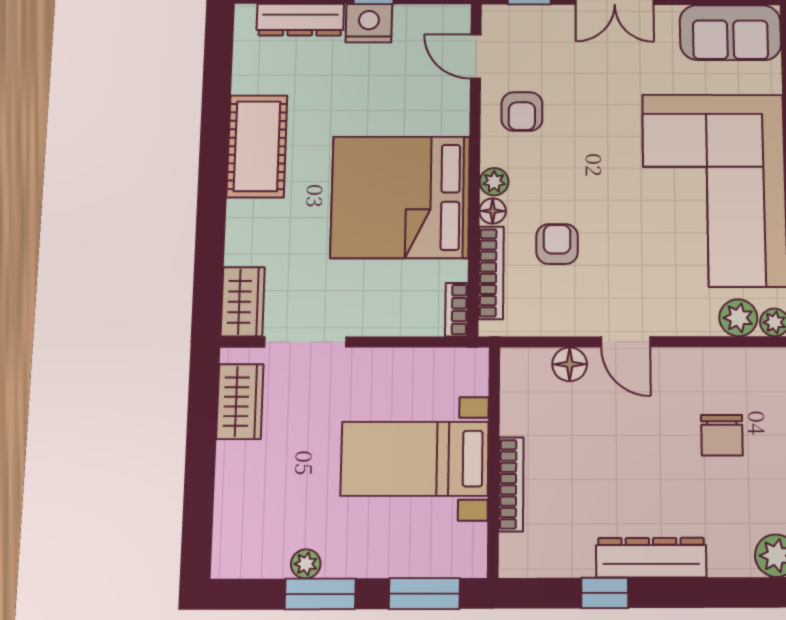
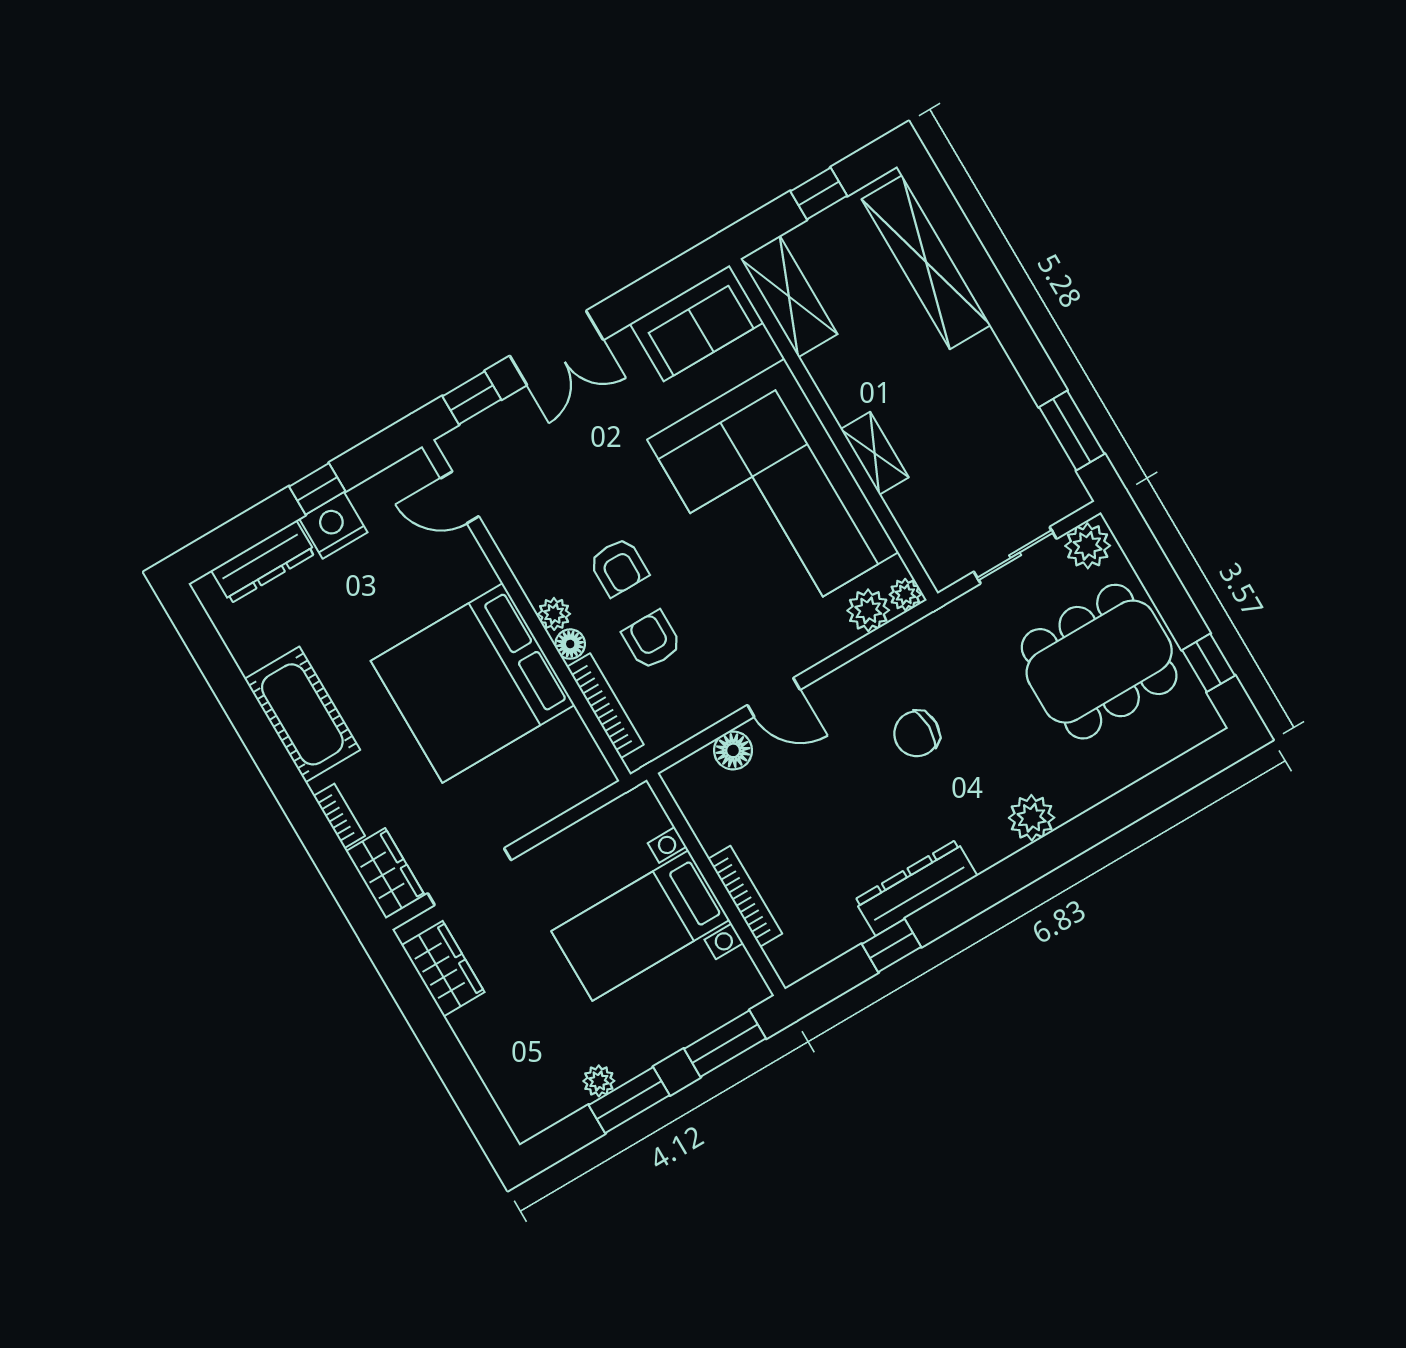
armchair: (522, 112) -> (619, 567), moved
bookcase: (457, 310) -> (339, 816), moved, turned 180
chair: (722, 435) -> (917, 734), turned 90

